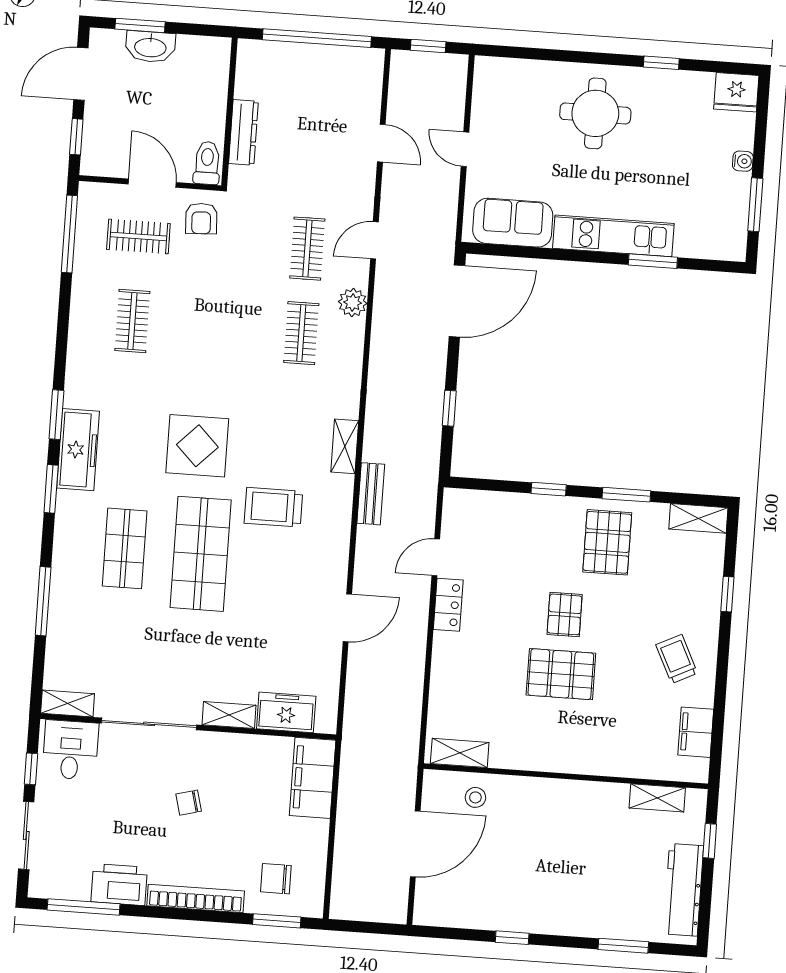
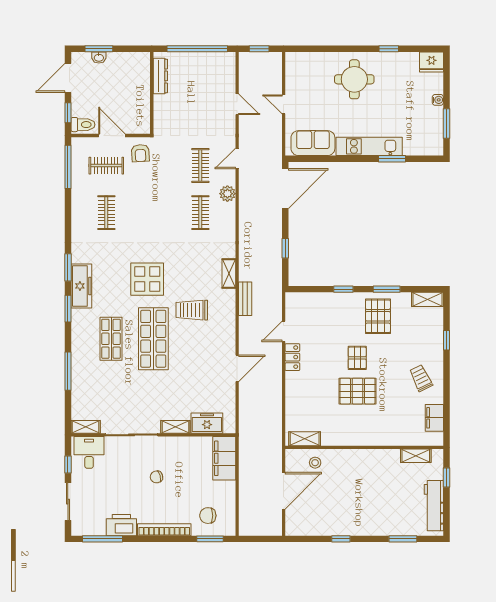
washbasin: (150, 47) -> (99, 58), width x0.52, depth x0.69
dresser: (243, 132) -> (160, 76), moved
toilet: (207, 163) -> (83, 125), moved, turned 90

